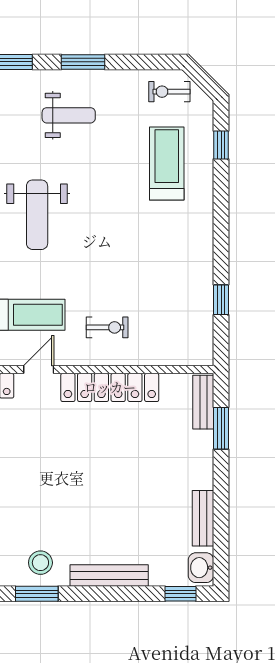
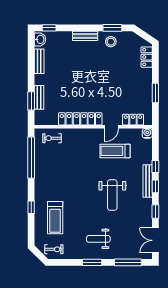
window: (221, 145) -> (31, 207), moved
weight bench: (37, 215) -> (112, 195), turned 180
window: (221, 300) -> (31, 158), width x3.17
exercise bike: (107, 327) -> (52, 138), moved
bench: (203, 402) -> (39, 97), moved
bench: (109, 576) -> (85, 36), width x0.73

